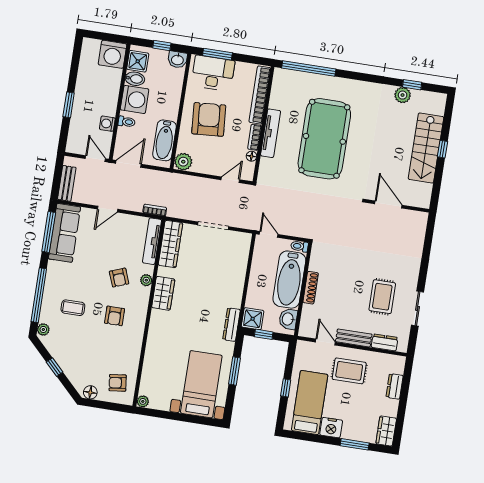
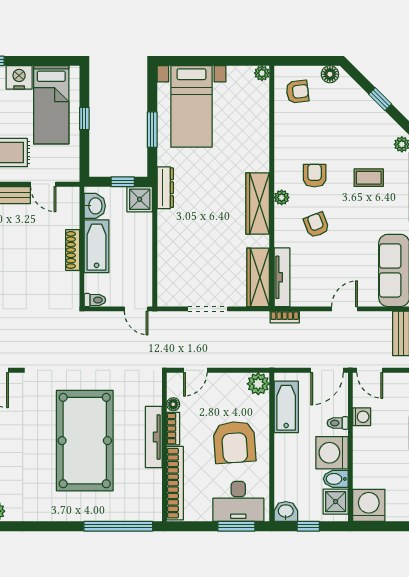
plant: (146, 280) -> (282, 197), moved
bathtub: (289, 280) -> (97, 246), width x0.73, depth x0.73
wardrobe: (163, 293) -> (258, 203), width x1.50

